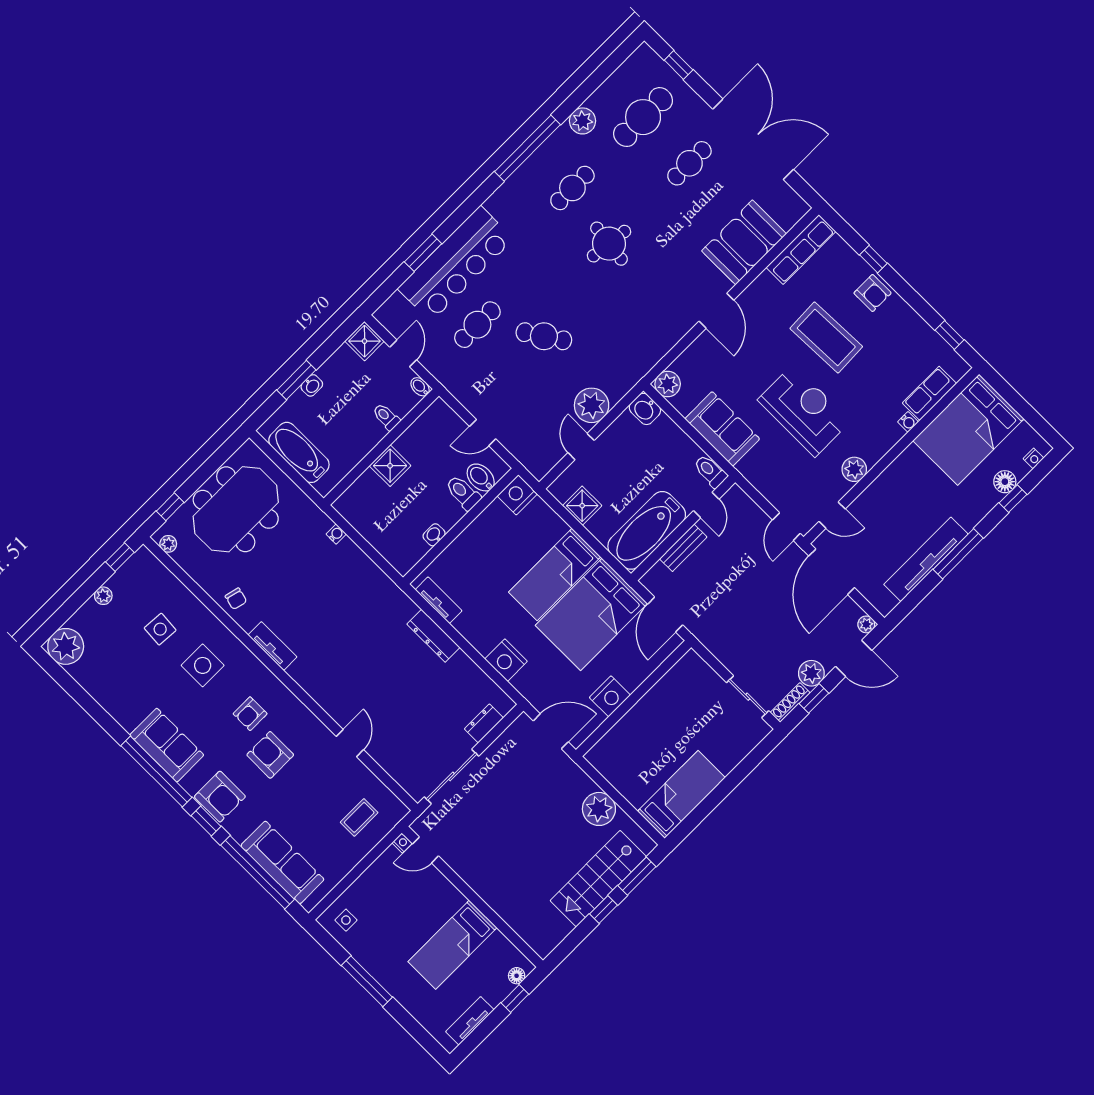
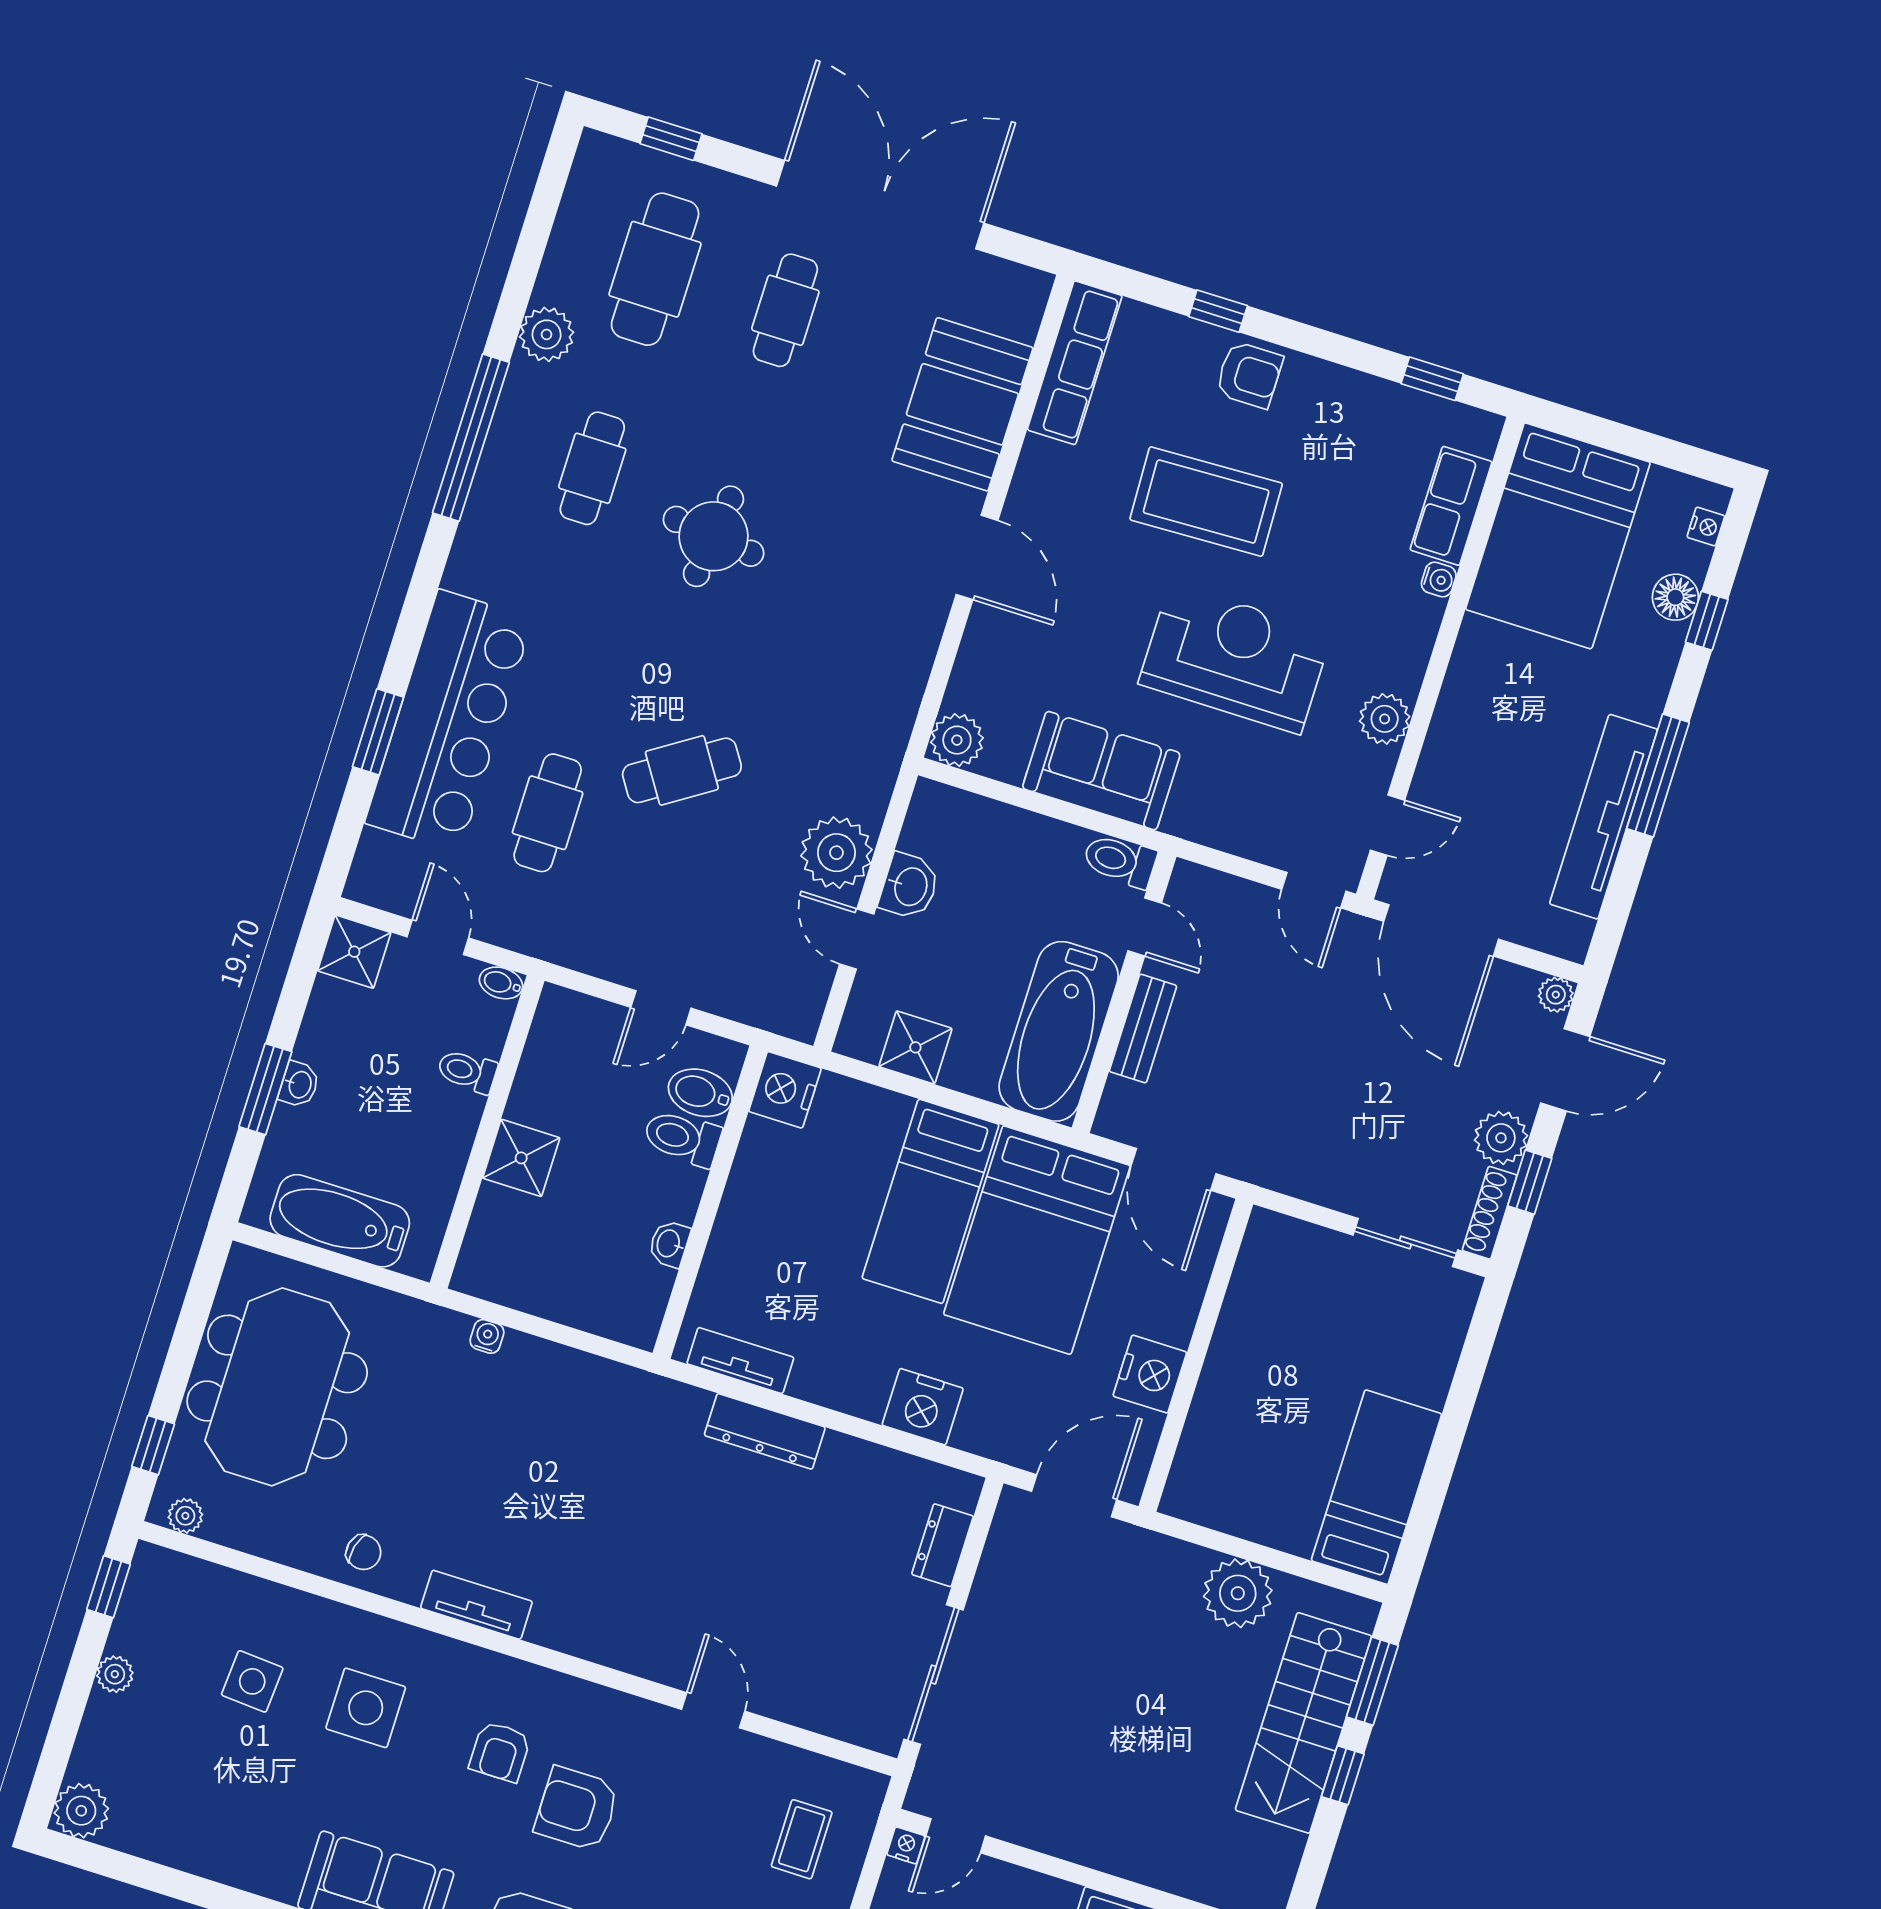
washbasin: (645, 409) -> (909, 886), moved, turned -90
plant: (66, 646) -> (81, 1811), width x0.73, depth x0.73

